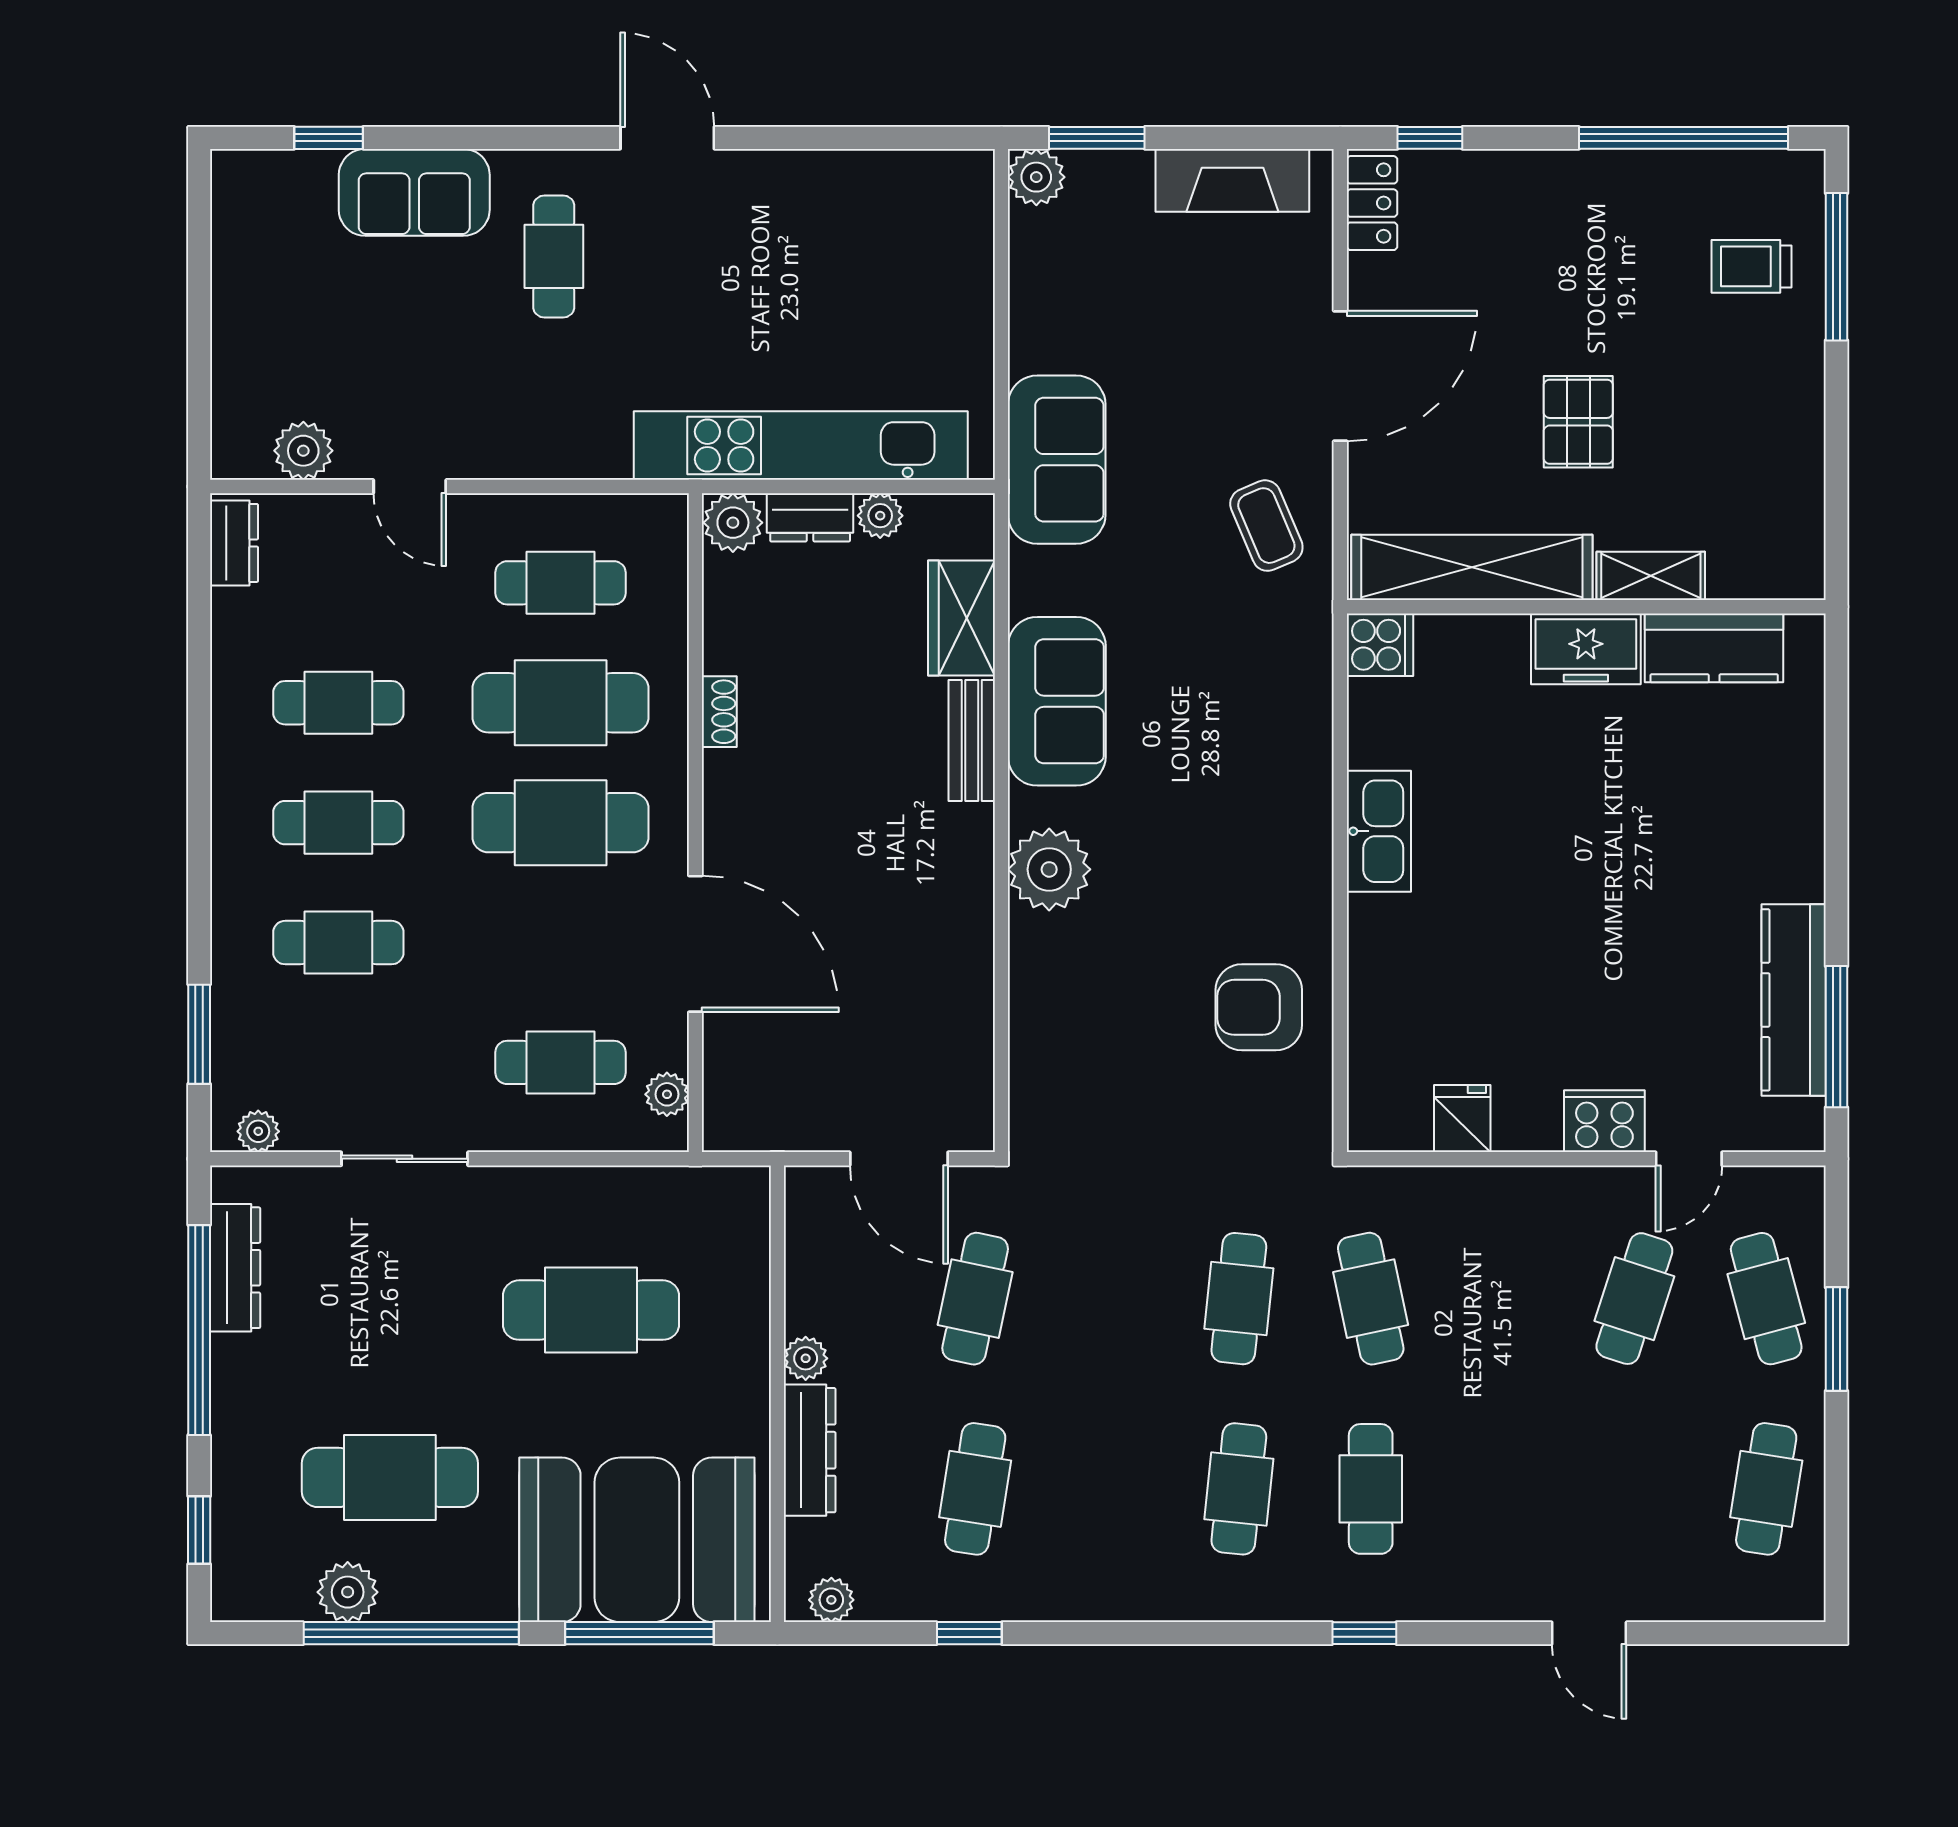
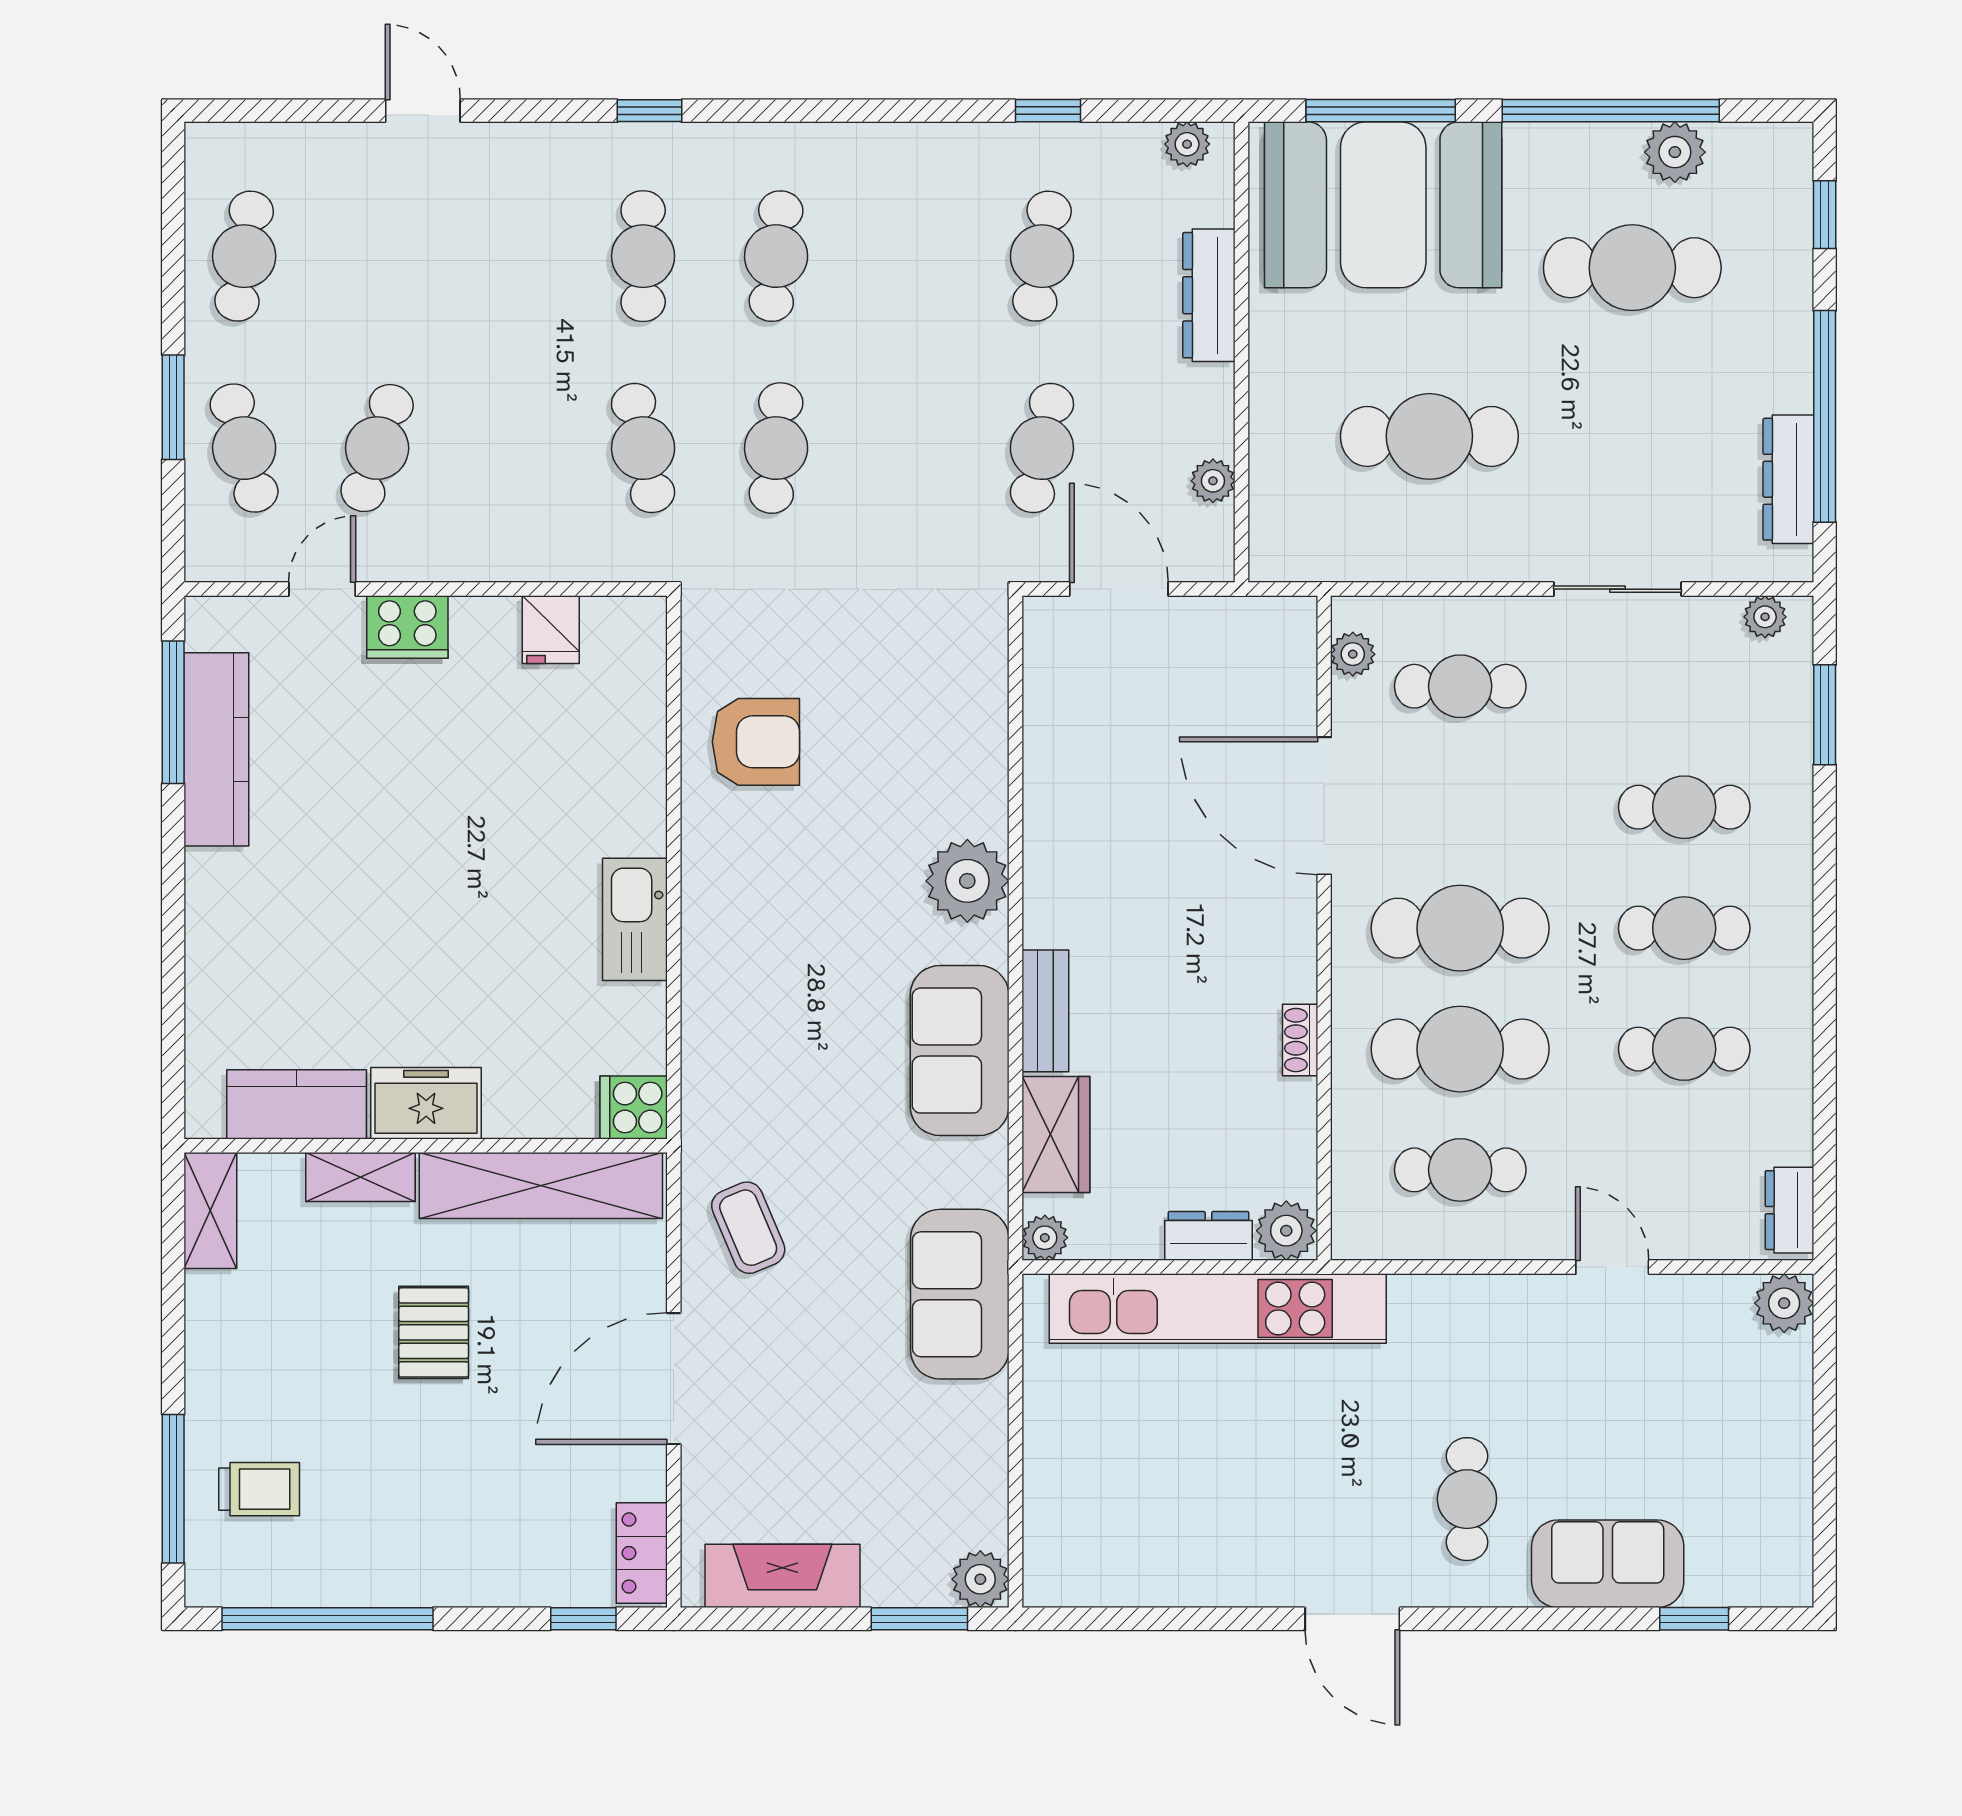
plant: (303, 451) -> (1784, 1303), moved
plant: (880, 516) -> (1045, 1238), moved
shelving: (1800, 543) -> (210, 1211), added
plant: (806, 1358) -> (1213, 481), moved

